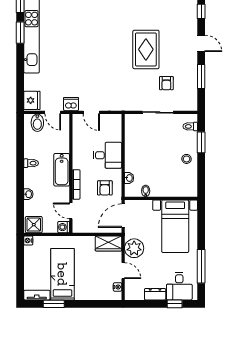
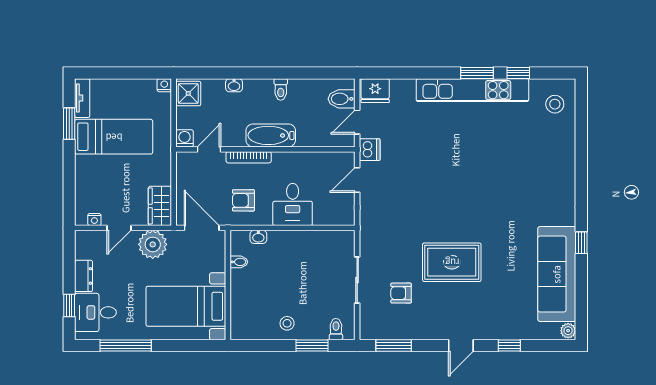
window: (201, 76) -> (394, 345), moved

